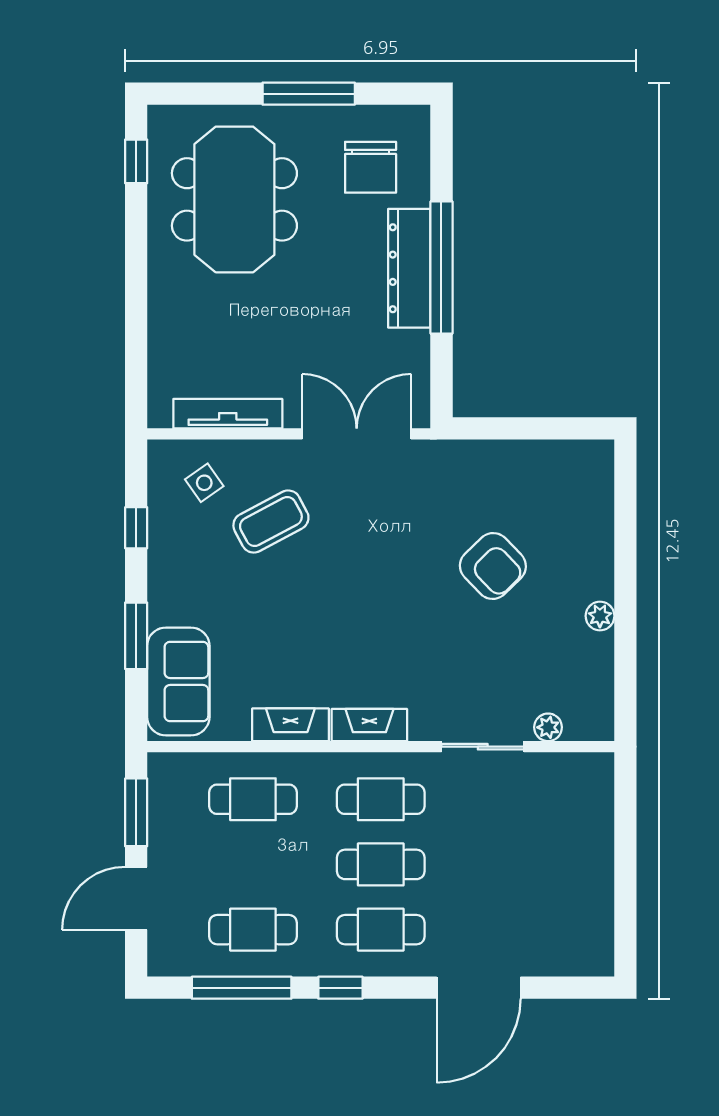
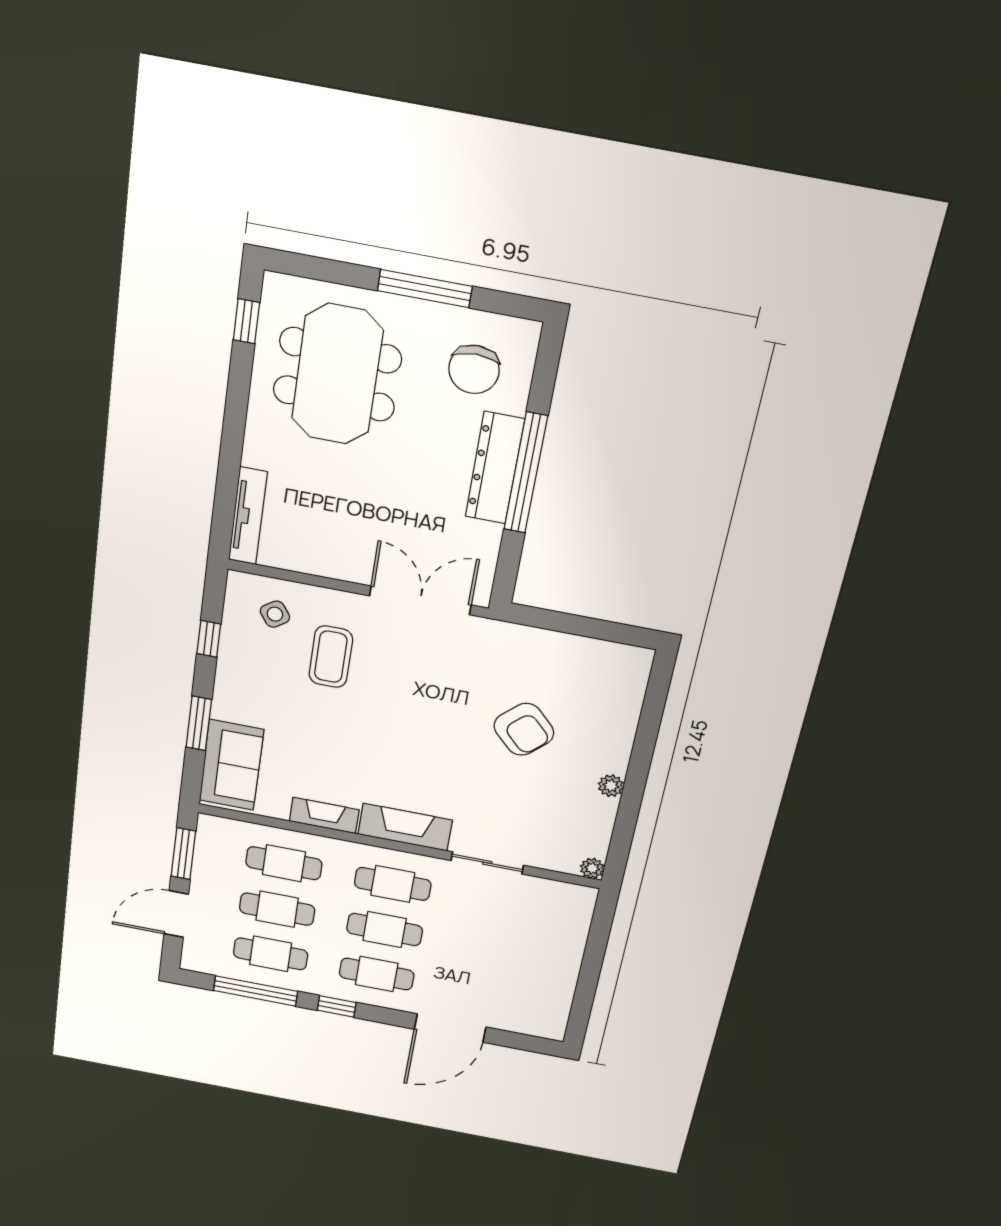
tv unit: (228, 414) -> (248, 516), moved, turned 90
coffee table: (271, 522) -> (331, 657), turned -62
fireplace: (369, 725) -> (405, 827), width x1.37, depth x1.32
plant: (548, 727) -> (592, 868), moved
cafe table: (253, 864) -> (277, 909), added

